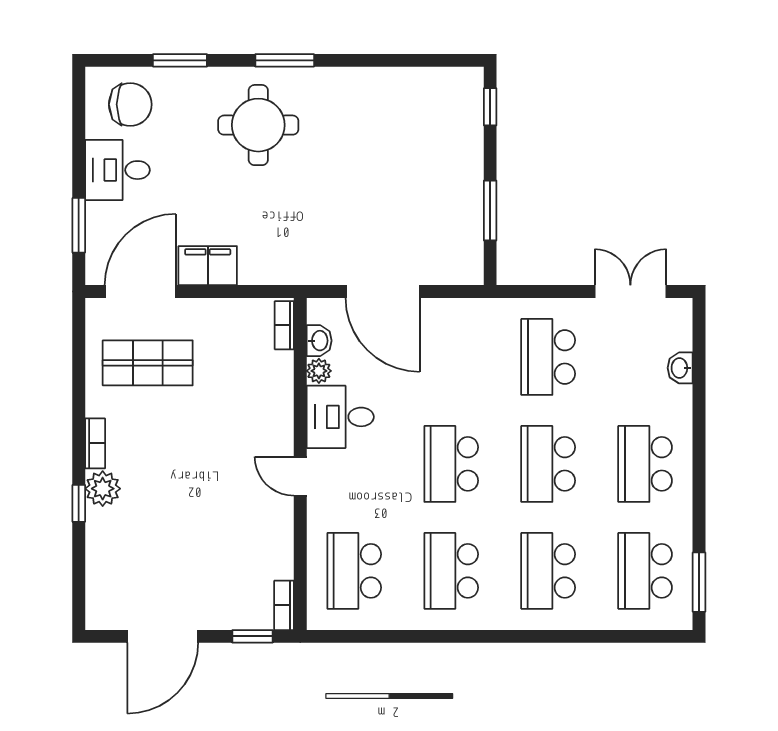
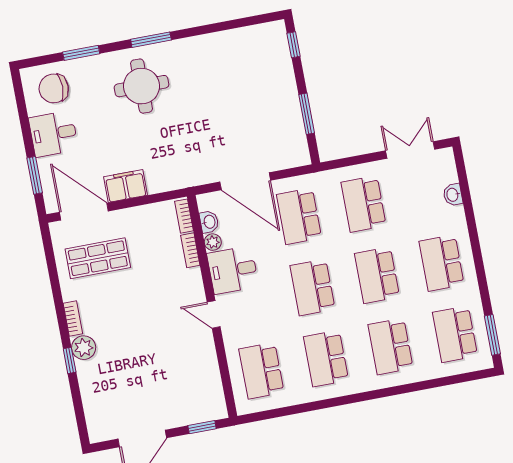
chair: (130, 104) -> (54, 88), turned 180
door: (140, 291) -> (84, 212), hinge flipped
school desk: (451, 357) -> (299, 216), added
bookcase: (284, 605) -> (190, 250), moved

